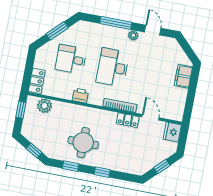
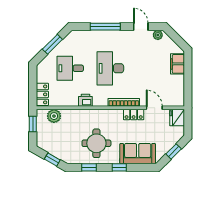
plant: (133, 35) -> (158, 35), moved
sofa: (124, 161) -> (138, 154), added

